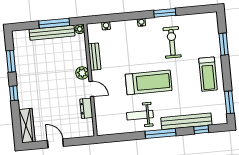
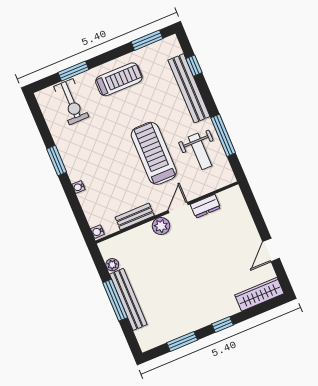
exercise bike: (172, 42) -> (71, 102), moved, turned -90
bench: (94, 57) -> (135, 217), moved
plant: (82, 73) -> (161, 226), moved
wall: (90, 80) -> (167, 212), moved
door: (91, 89) -> (178, 208), moved
dresser: (86, 108) -> (205, 206), moved
window: (161, 133) -> (223, 135), moved

